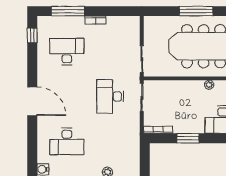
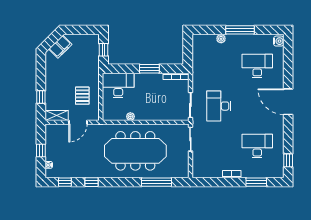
window: (68, 11) -> (256, 182), width x0.69
window: (196, 11) -> (156, 182), moved
desk: (67, 52) -> (257, 146), turned 180
desk: (110, 96) -> (219, 106), turned 180

